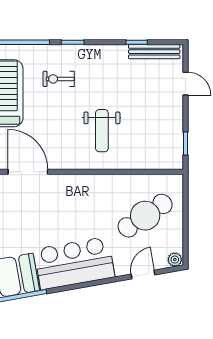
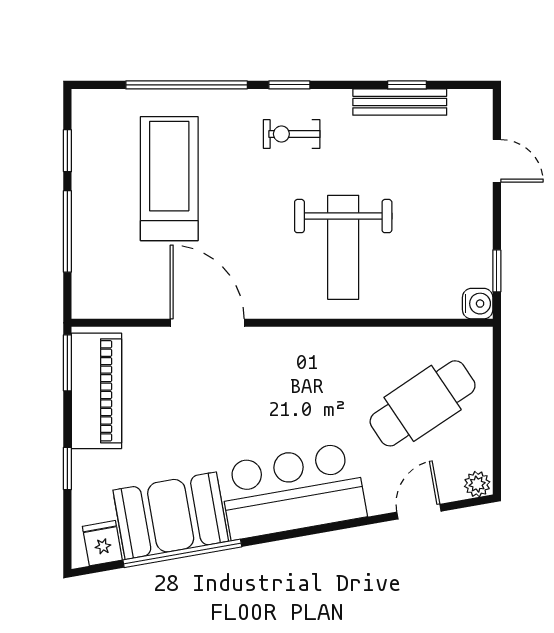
bench: (154, 52) -> (400, 102), moved
exercise bike: (59, 79) -> (292, 134), moved
weight bench: (102, 131) -> (343, 247), width x1.36, depth x1.33
water cooler: (175, 161) -> (478, 304), added

